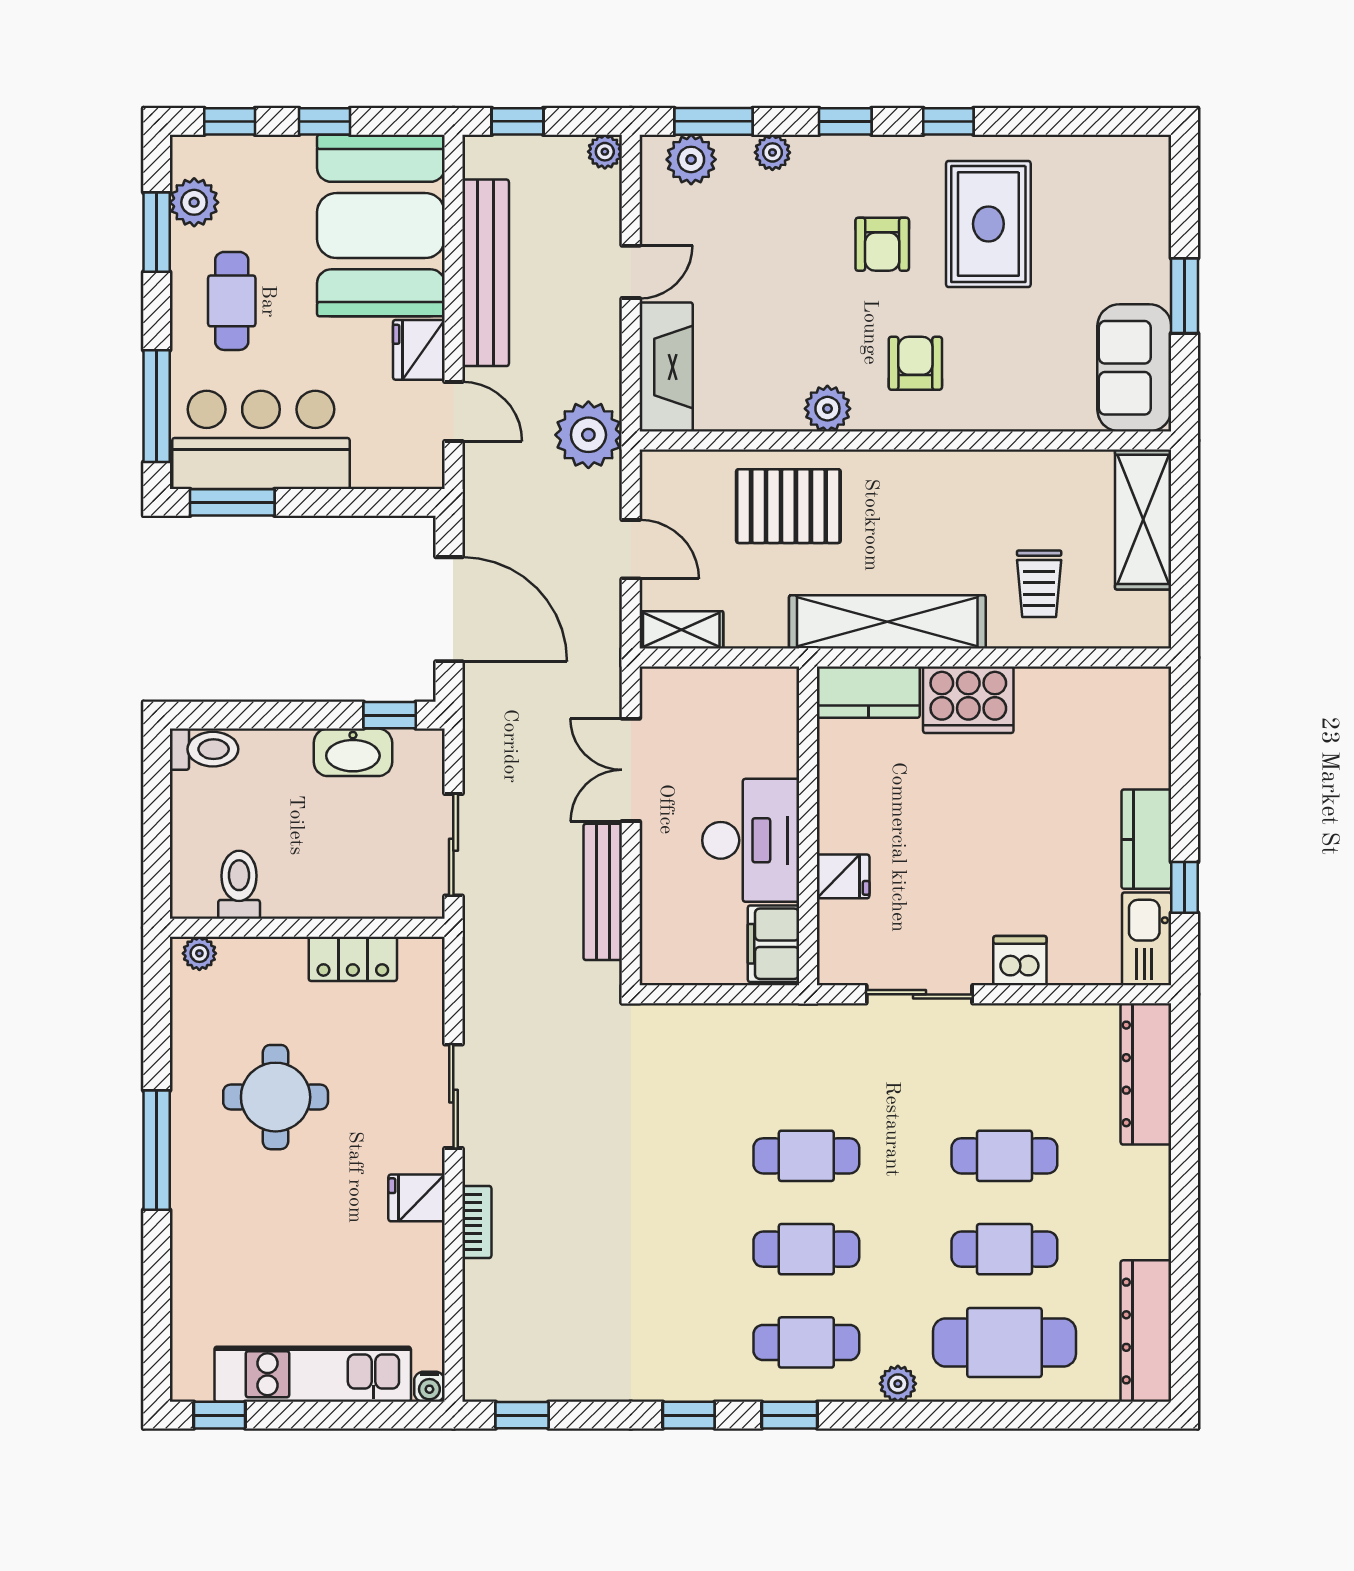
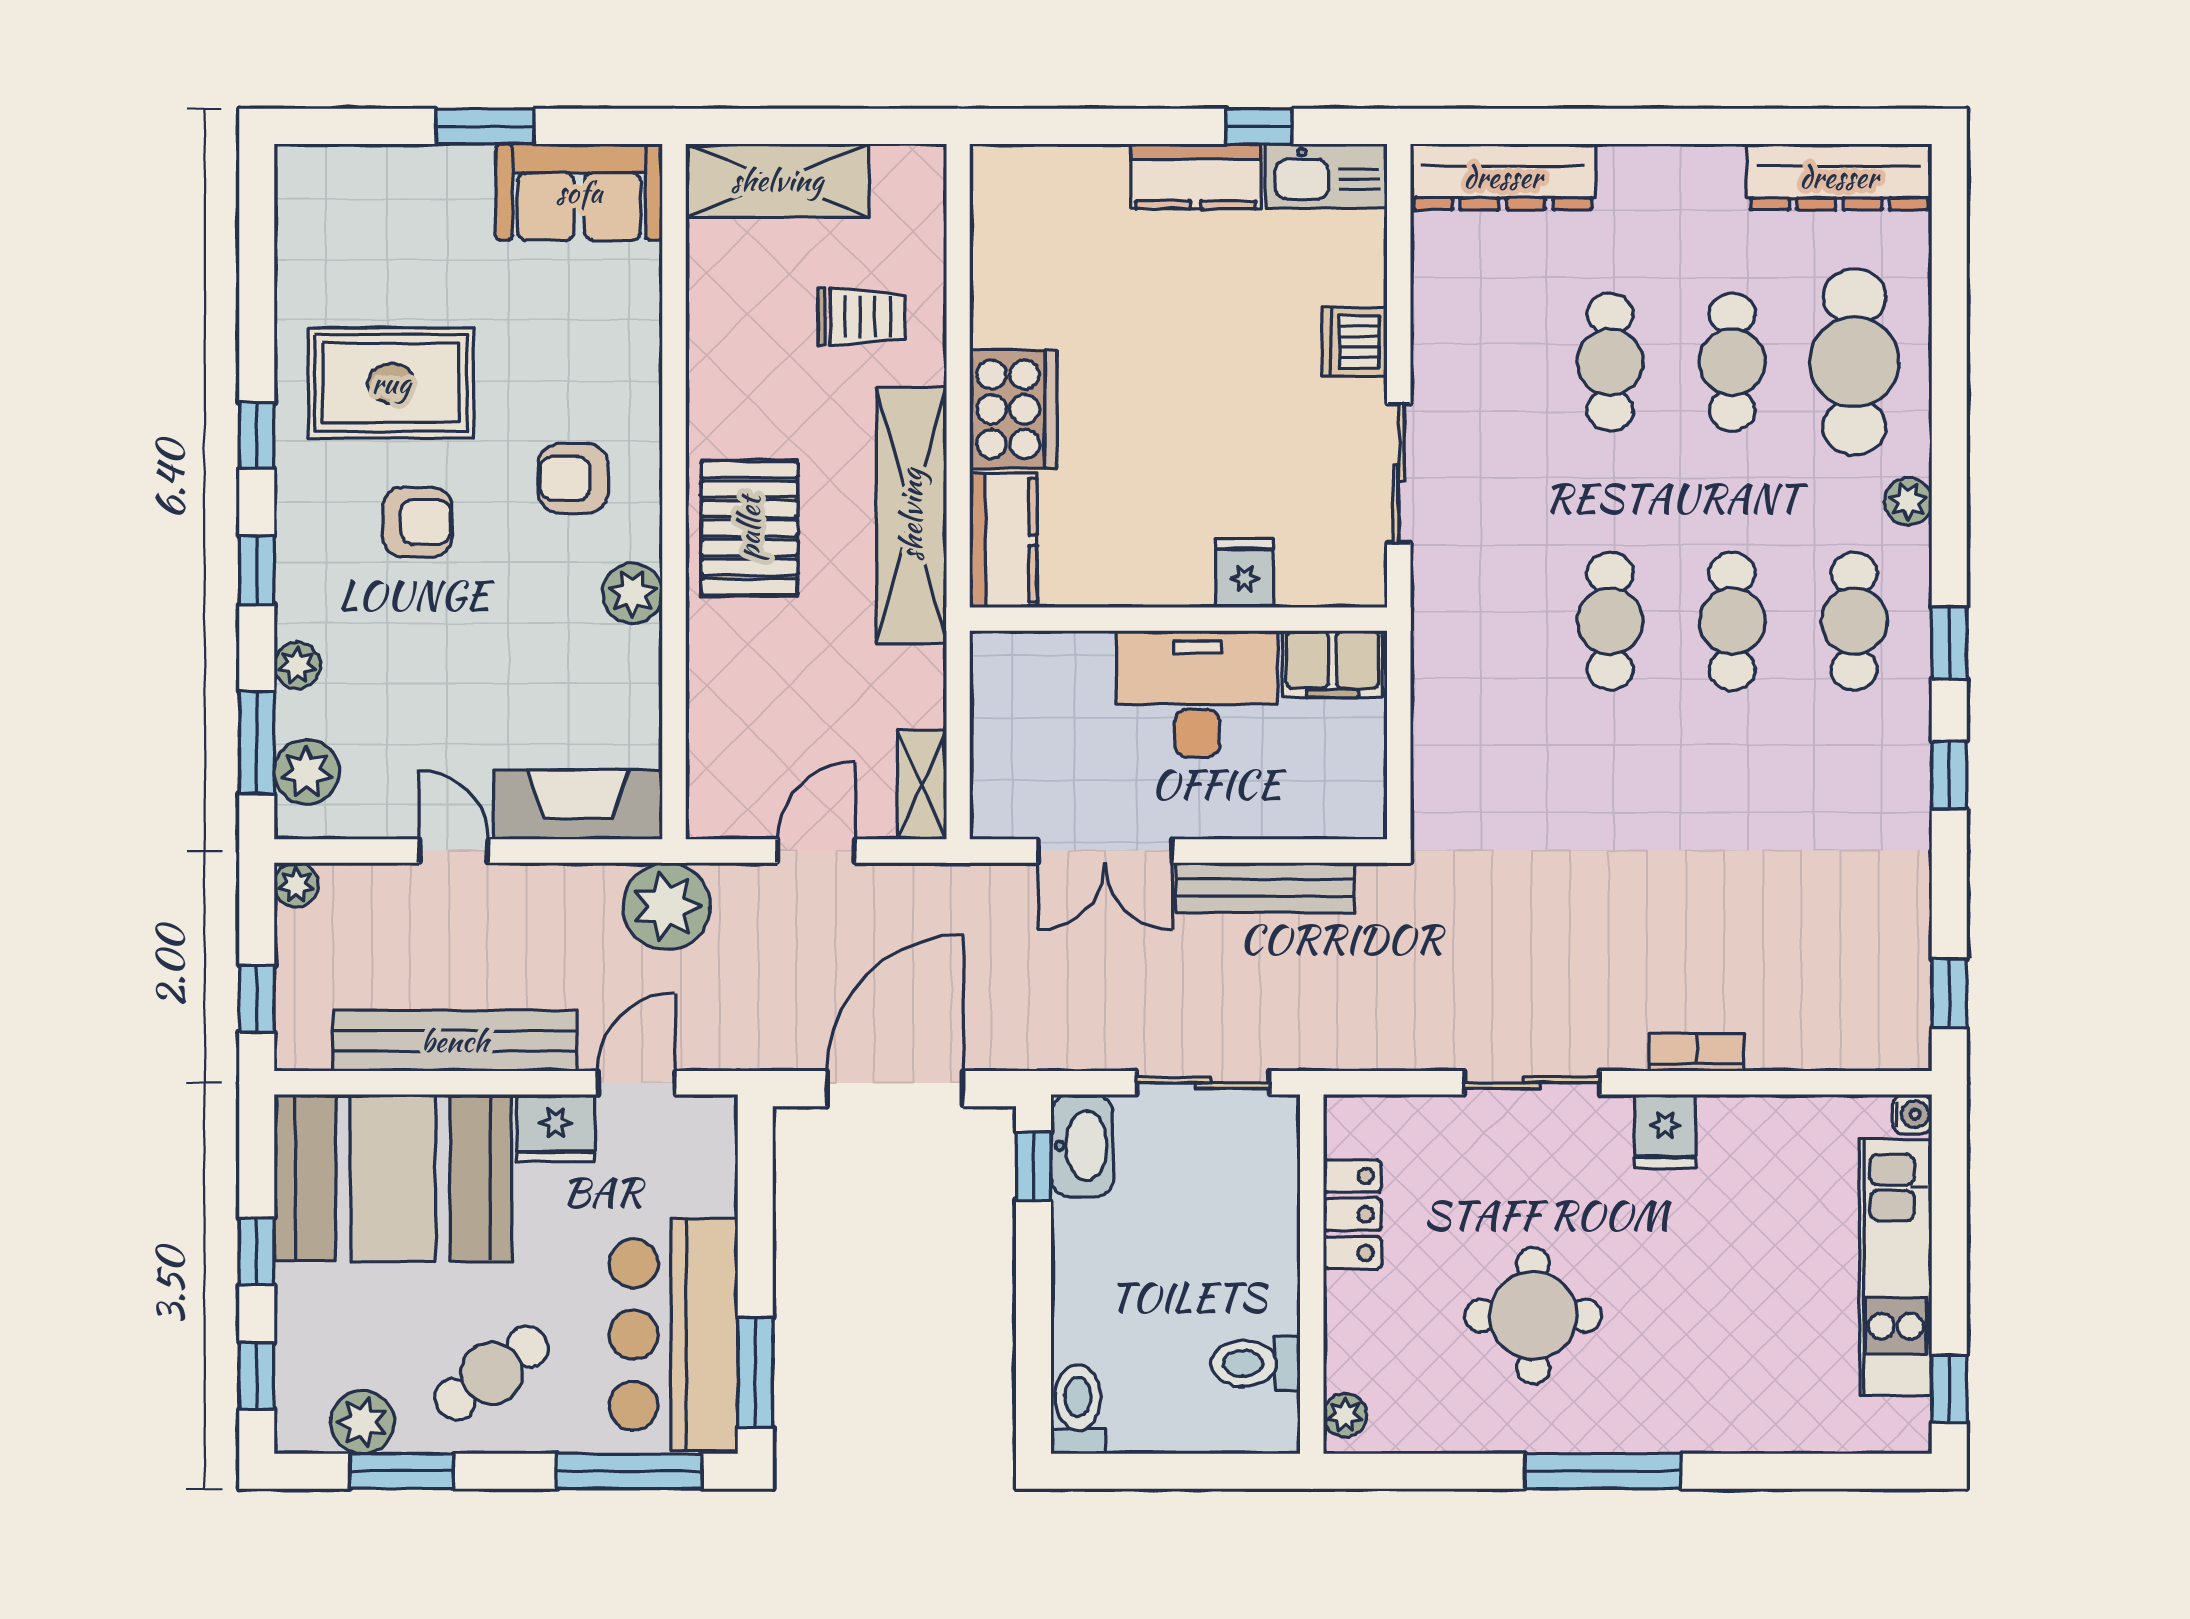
cafe table: (232, 301) -> (492, 1373), turned -36
pallet: (788, 506) -> (749, 528), moved
washbasin: (353, 752) -> (1082, 1146), moved

